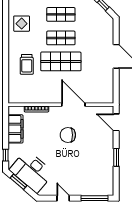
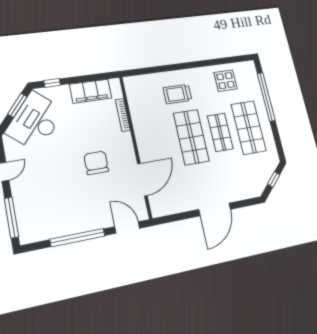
shop shelf: (61, 14) -> (249, 128), width x1.43, depth x1.36
door: (73, 105) -> (142, 180), moved
door: (116, 122) -> (127, 227), hinge flipped
window: (116, 157) -> (78, 238), width x2.11

